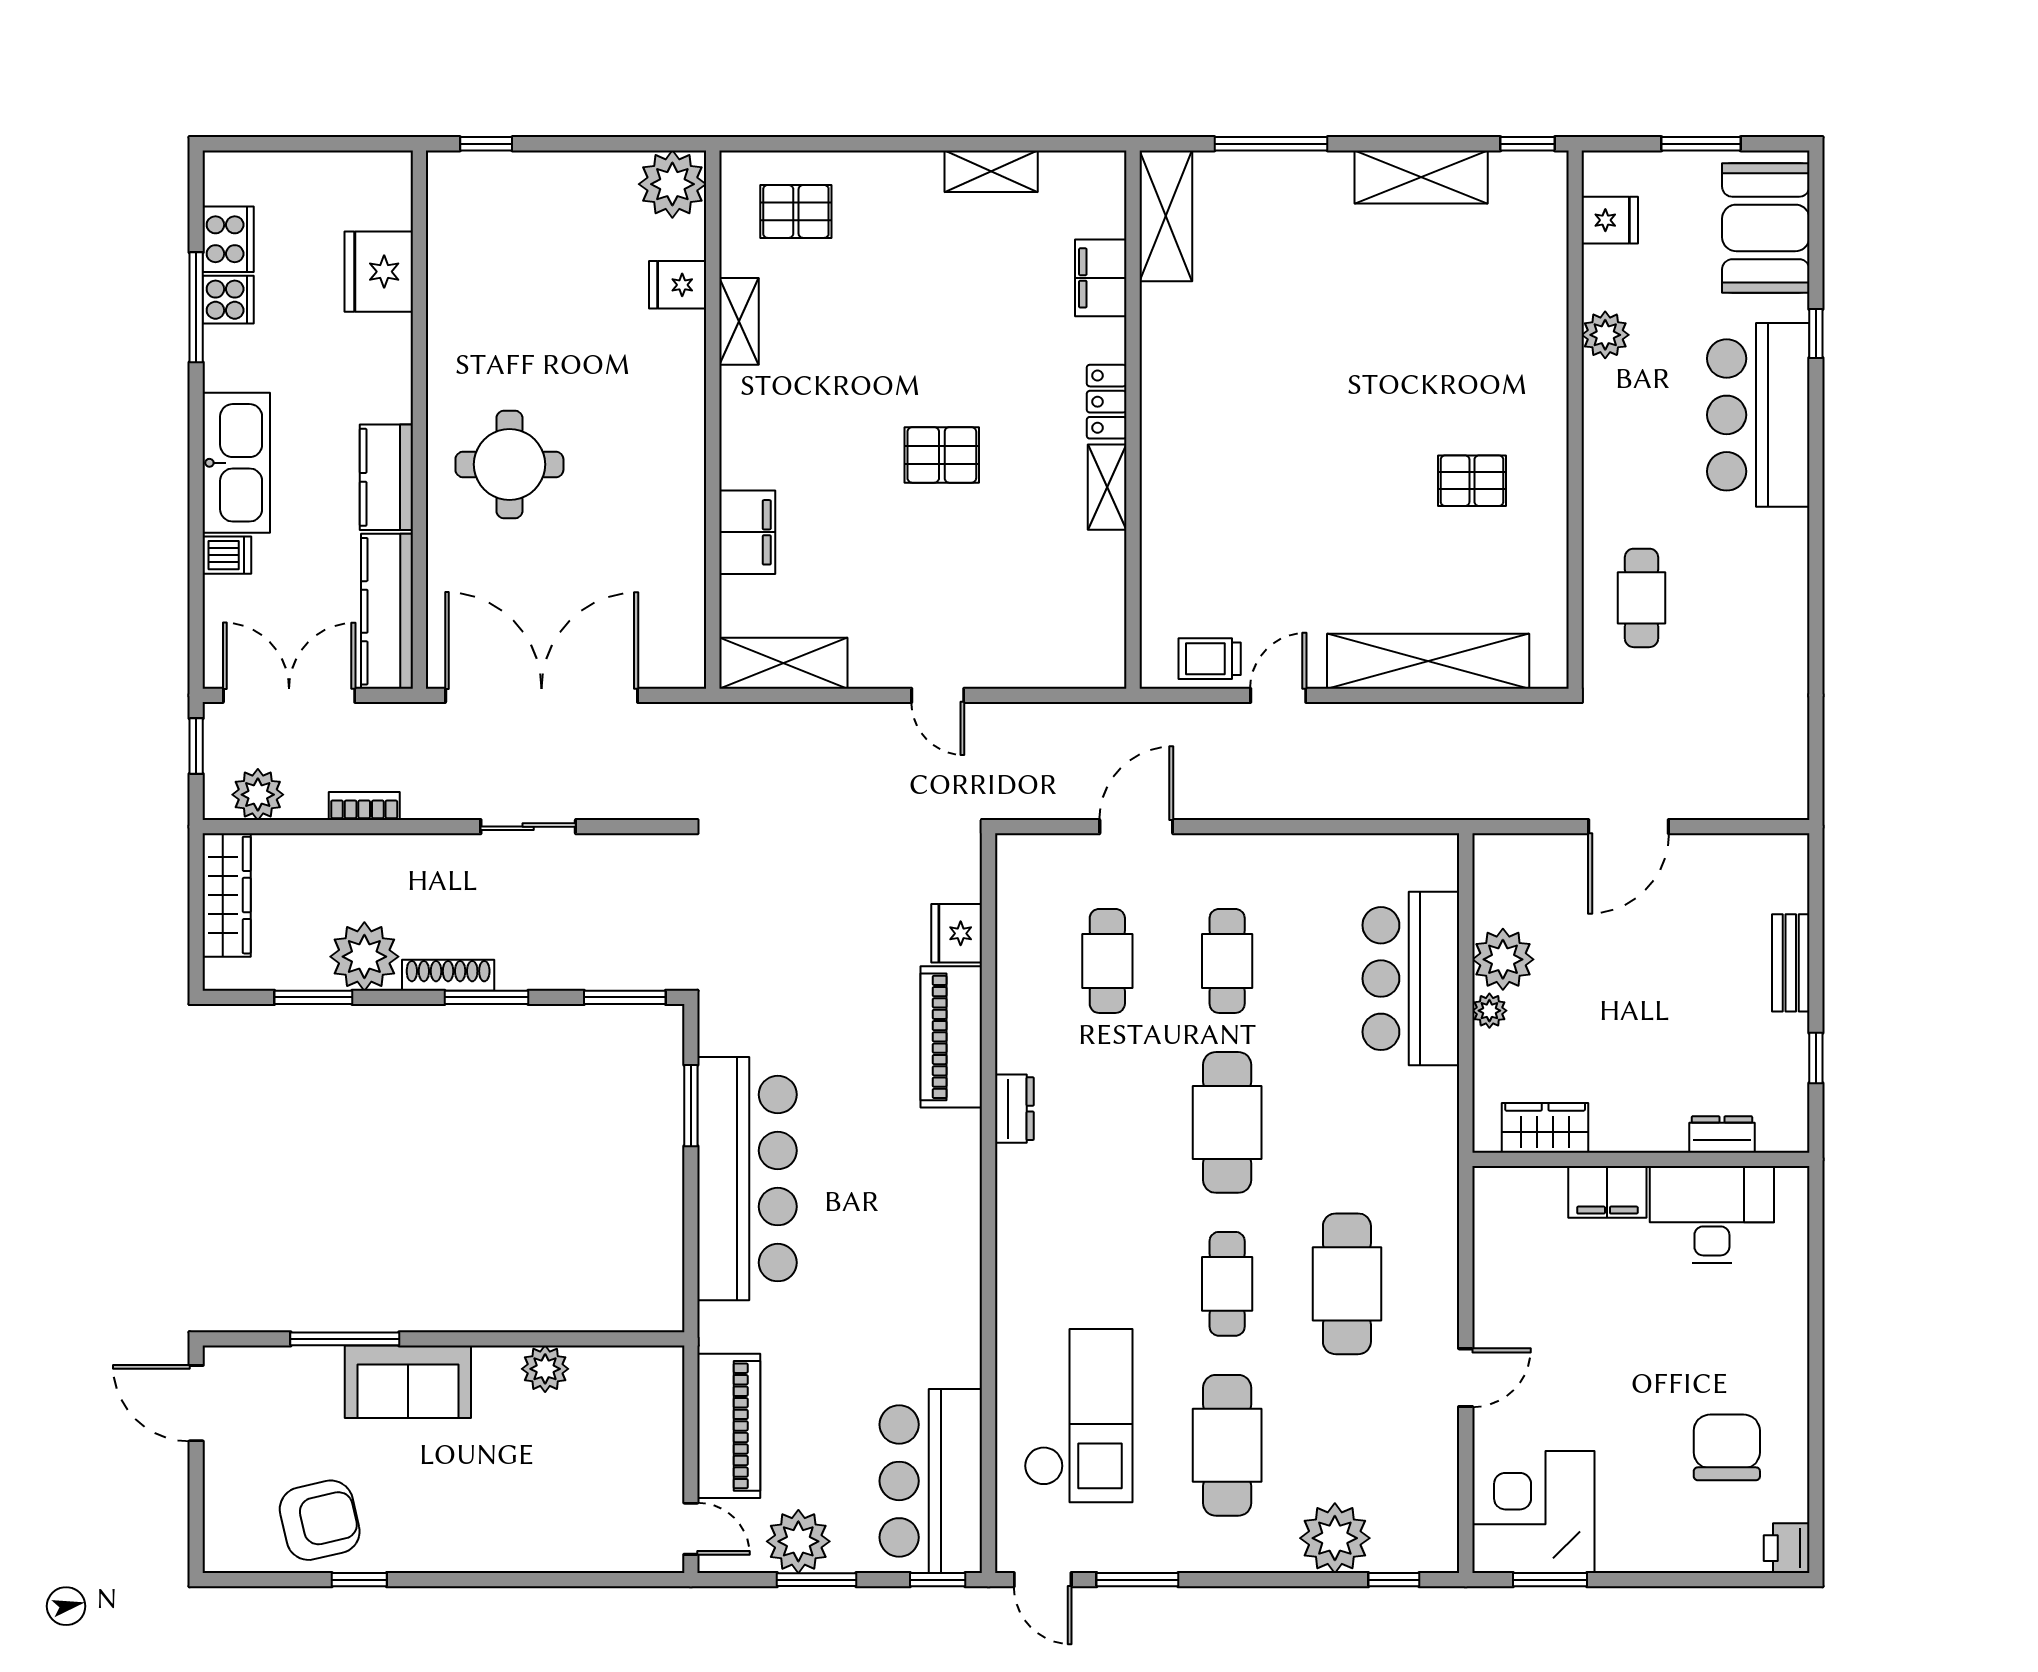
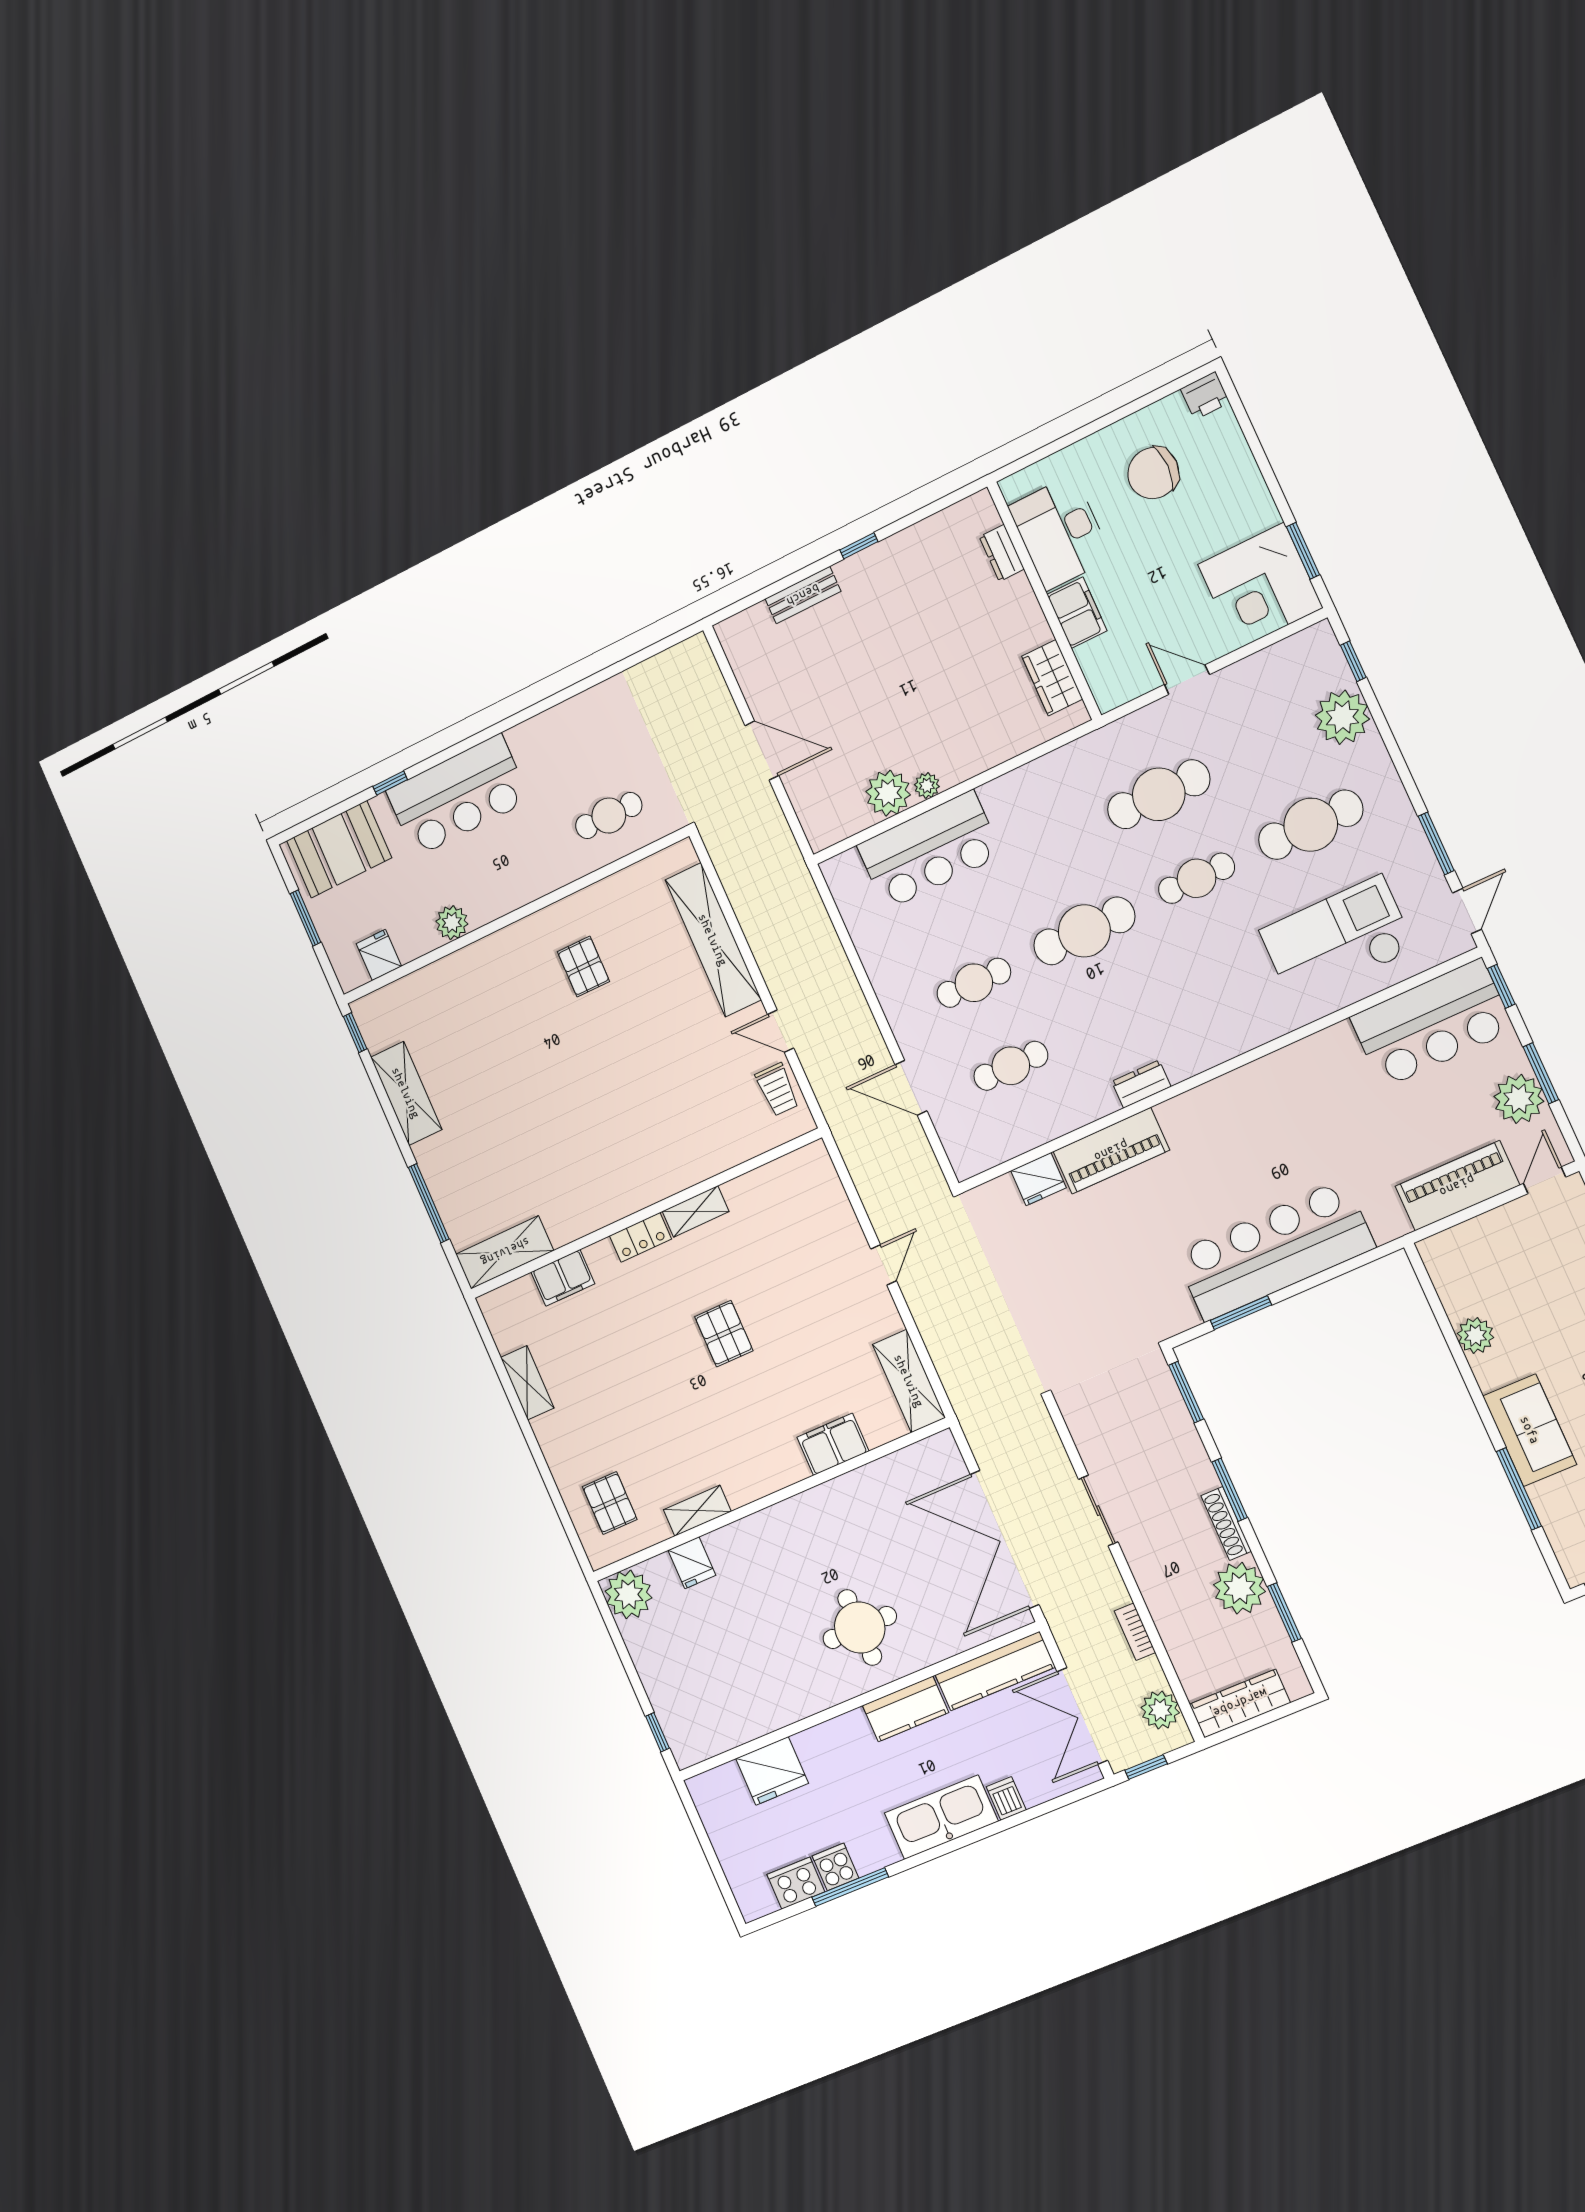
wardrobe: (1545, 1128) -> (1052, 678), moved
dresser: (1722, 1134) -> (1002, 553), moved
wall: (1641, 1159) -> (1044, 601), moved
filing cabinet: (1607, 1192) -> (1077, 613), moved
desk: (1712, 1215) -> (1060, 532), moved

